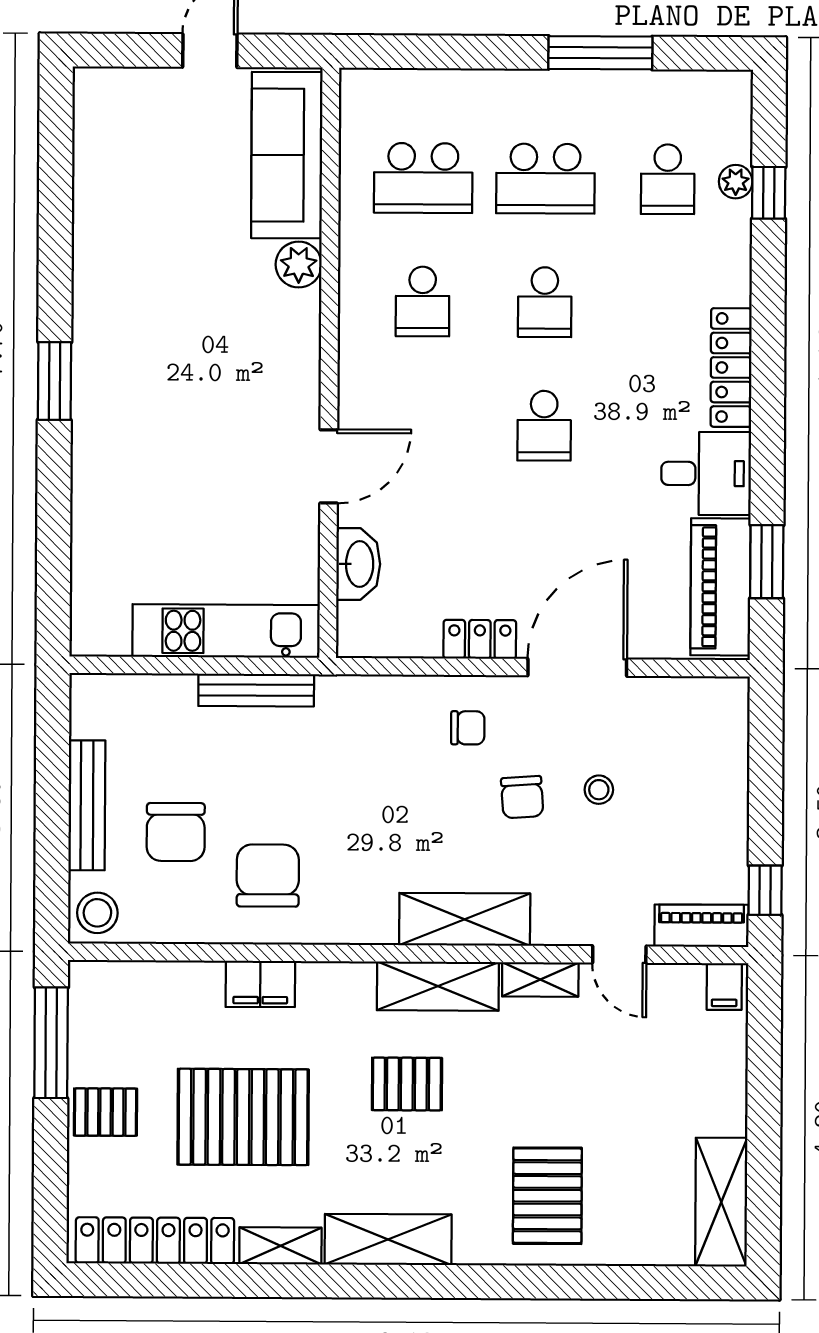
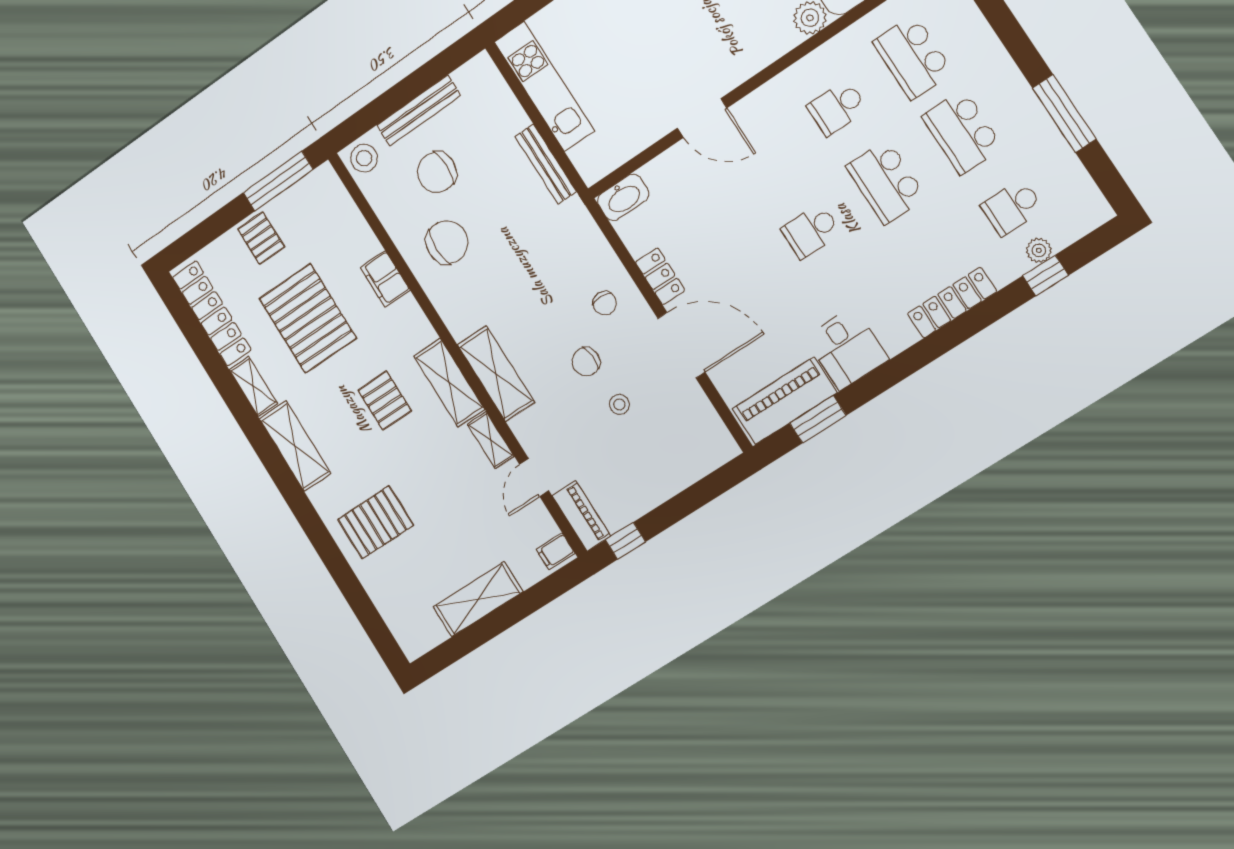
school desk: (545, 302) -> (886, 182), width x1.85
locker: (731, 368) -> (952, 303), moved
washbasin: (358, 564) -> (623, 197), moved
kitchen unit: (226, 631) -> (544, 86), moved
shelving: (721, 1202) -> (478, 599), moved

